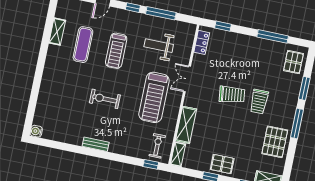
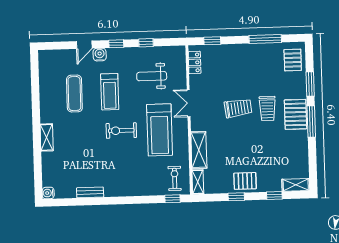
window: (161, 13) -> (146, 43), width x0.46
water cooler: (115, 14) -> (100, 55), added
shelving: (57, 32) -> (47, 137), moved
exercise bike: (105, 99) -> (121, 131), moved
pallet: (275, 142) -> (295, 114), moved
bench: (96, 144) -> (90, 192), moved

